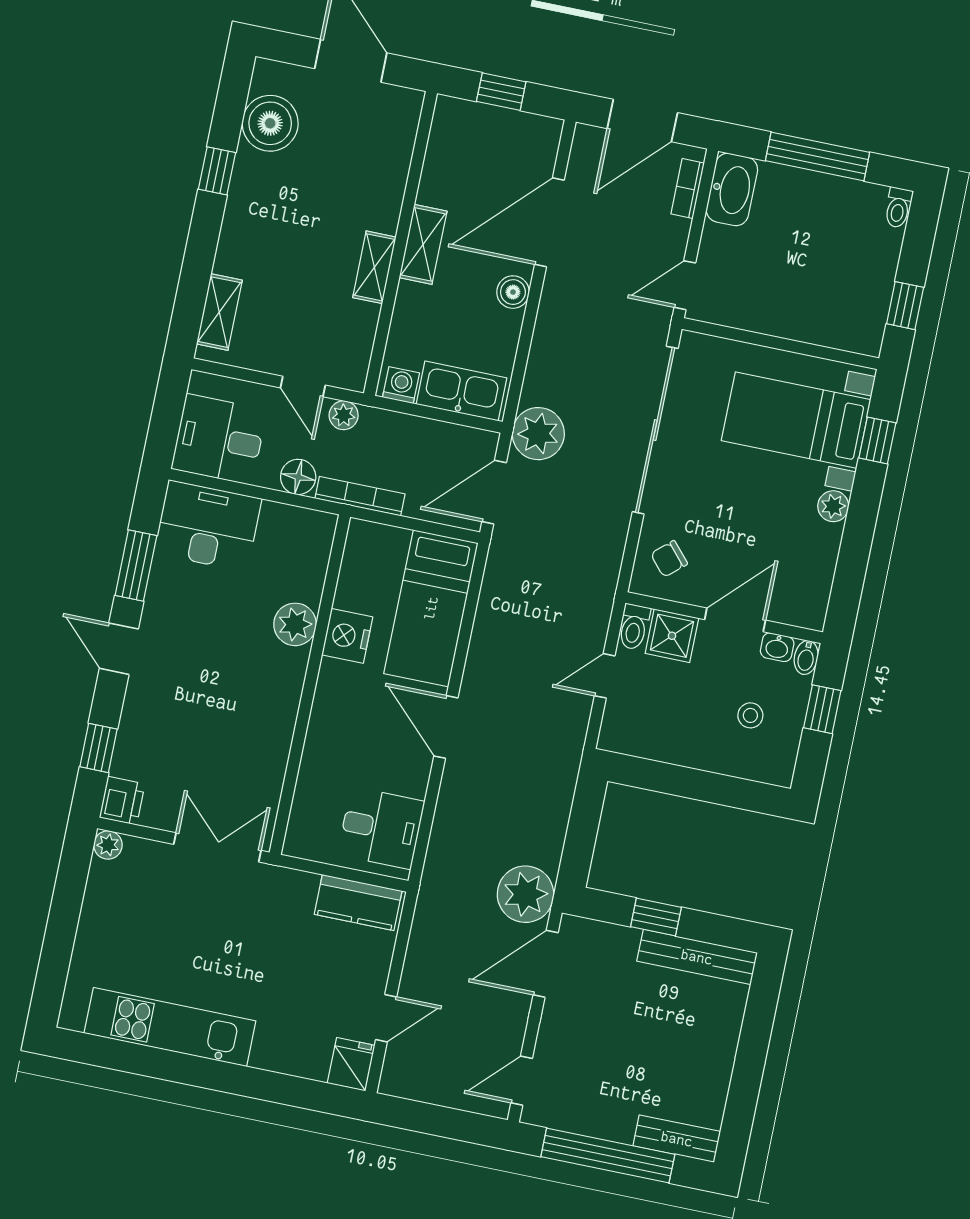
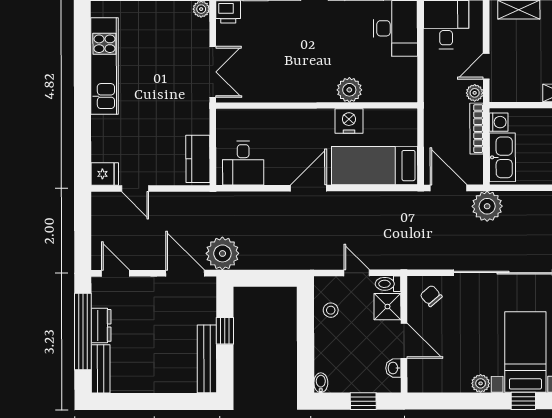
floor lamp: (298, 477) -> (434, 74), removed
bookcase: (360, 496) -> (477, 129), moved, turned 180
bidet: (806, 657) -> (321, 383), moved, turned 90
stool: (750, 715) -> (331, 310), moved
dresser: (604, 1123) -> (101, 325), added

